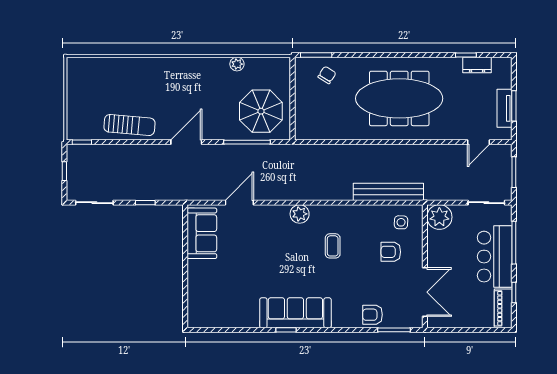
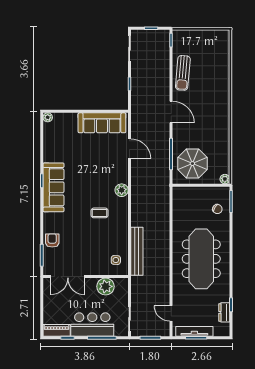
plant: (237, 64) -> (225, 179), moved
tv unit: (505, 108) -> (194, 331), width x1.41
plant: (439, 217) -> (106, 286), moved
sofa: (202, 233) -> (102, 123), width x1.36
armchair: (391, 252) -> (96, 253), removed
plant: (194, 321) -> (48, 117), added

